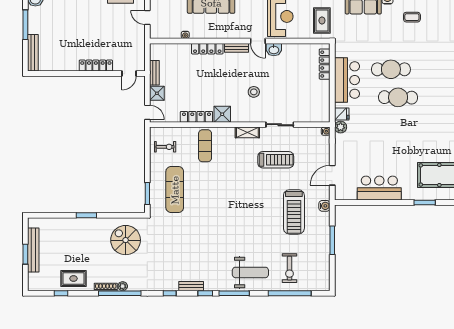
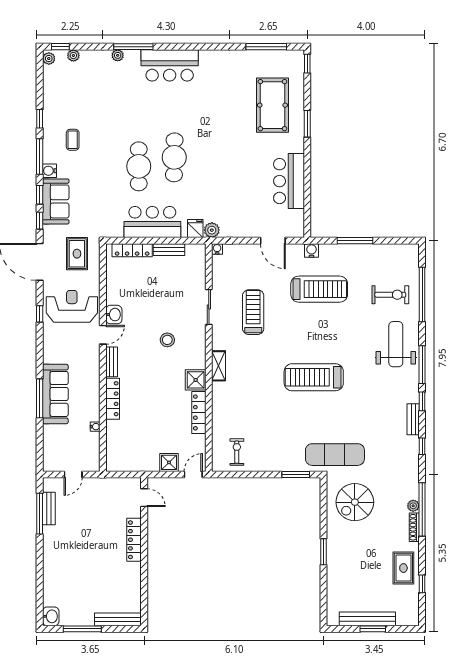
rug: (322, 20) -> (77, 254), turned 90
bench: (154, 73) -> (169, 250), moved
shelving: (247, 132) -> (219, 366), moved
exercise mat: (205, 146) -> (235, 402), removed
exercise mat: (175, 190) -> (335, 455), moved
treadmill: (224, 208) -> (314, 377), added

